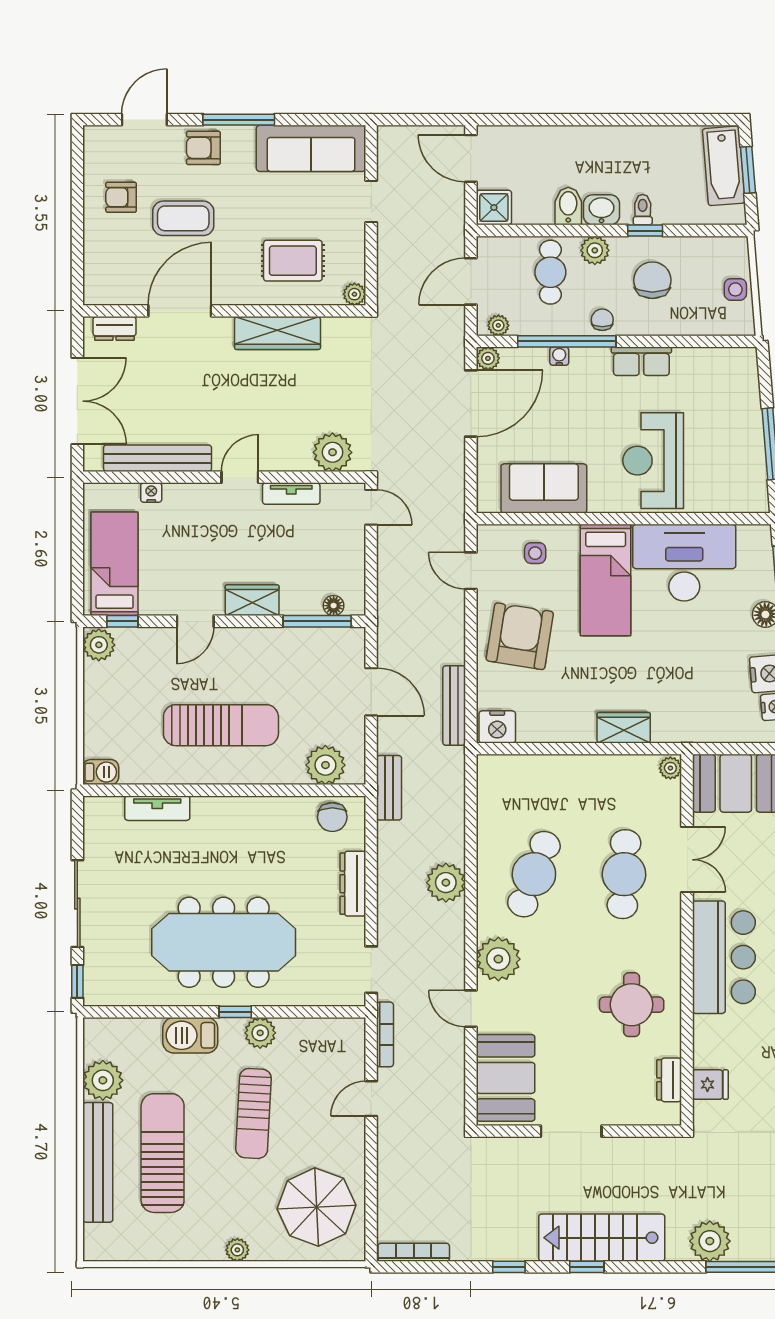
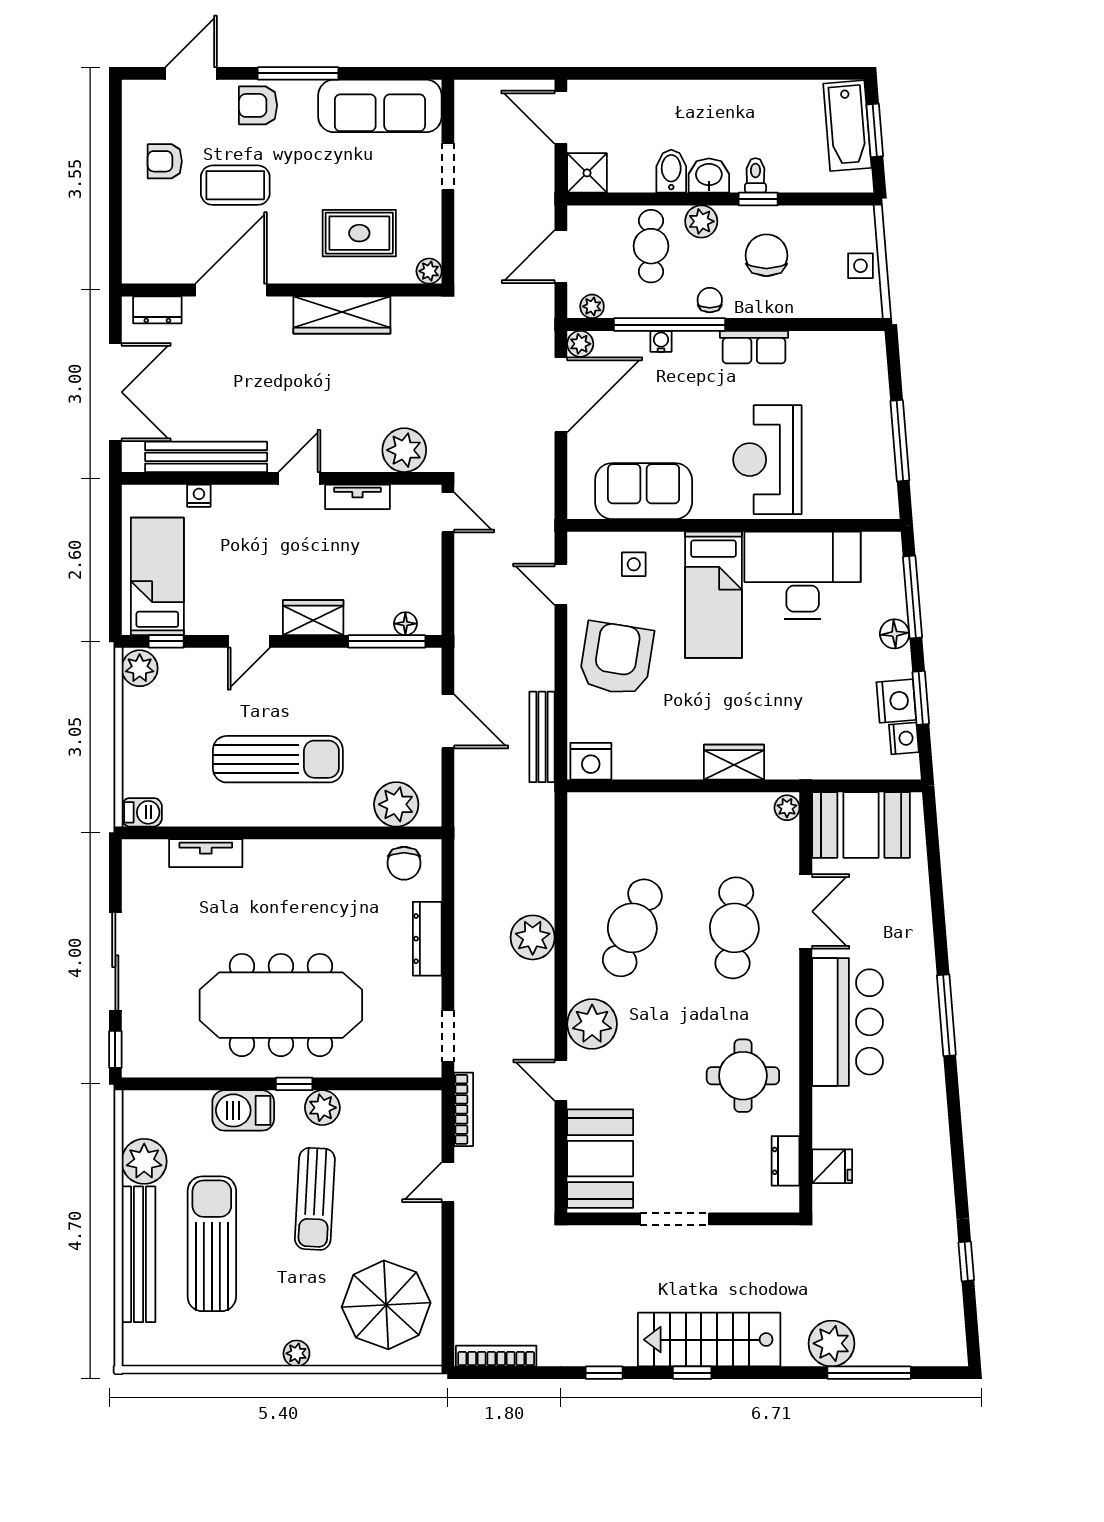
bench: (389, 788) -> (468, 830), removed

